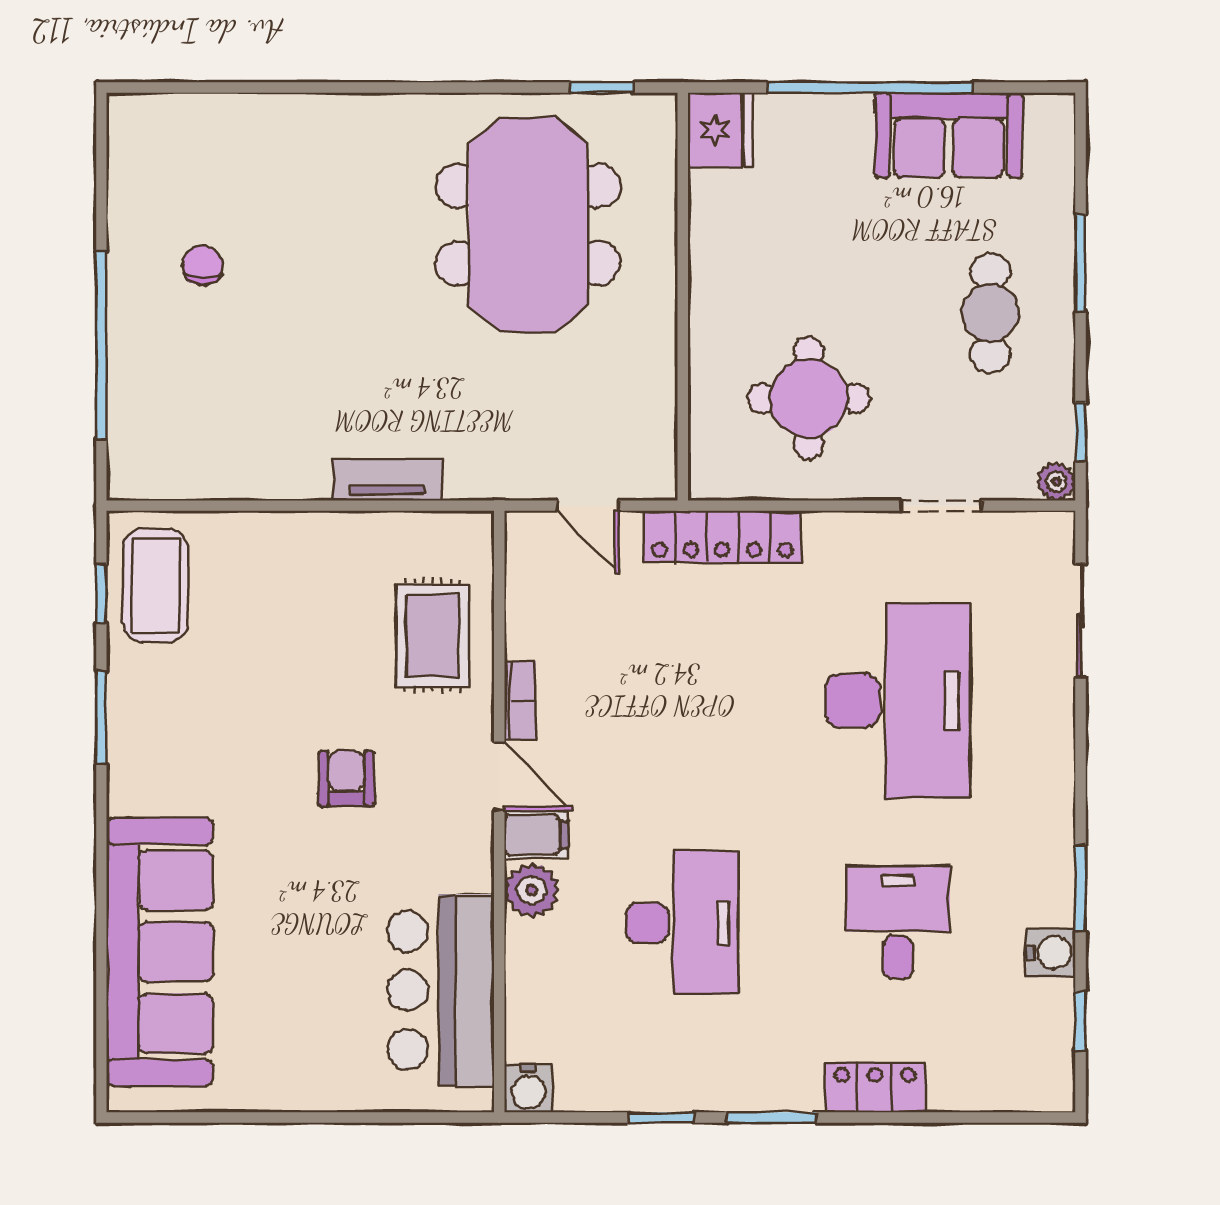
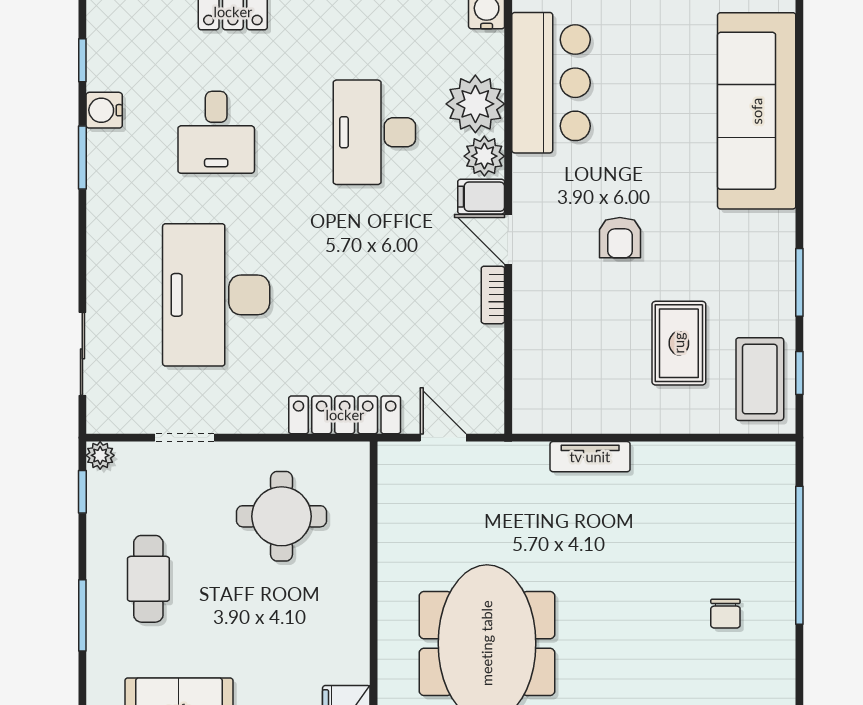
rug: (433, 636) -> (679, 343), moved
plant: (544, 961) -> (475, 104), added

